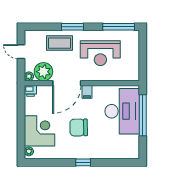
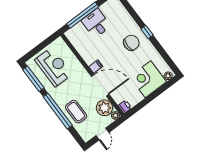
window: (72, 27) -> (58, 111), width x2.11
reception desk: (100, 53) -> (54, 67), moved
desk: (122, 111) -> (96, 23), width x0.53, depth x0.77
chair: (79, 127) -> (131, 43), moved, turned -89

